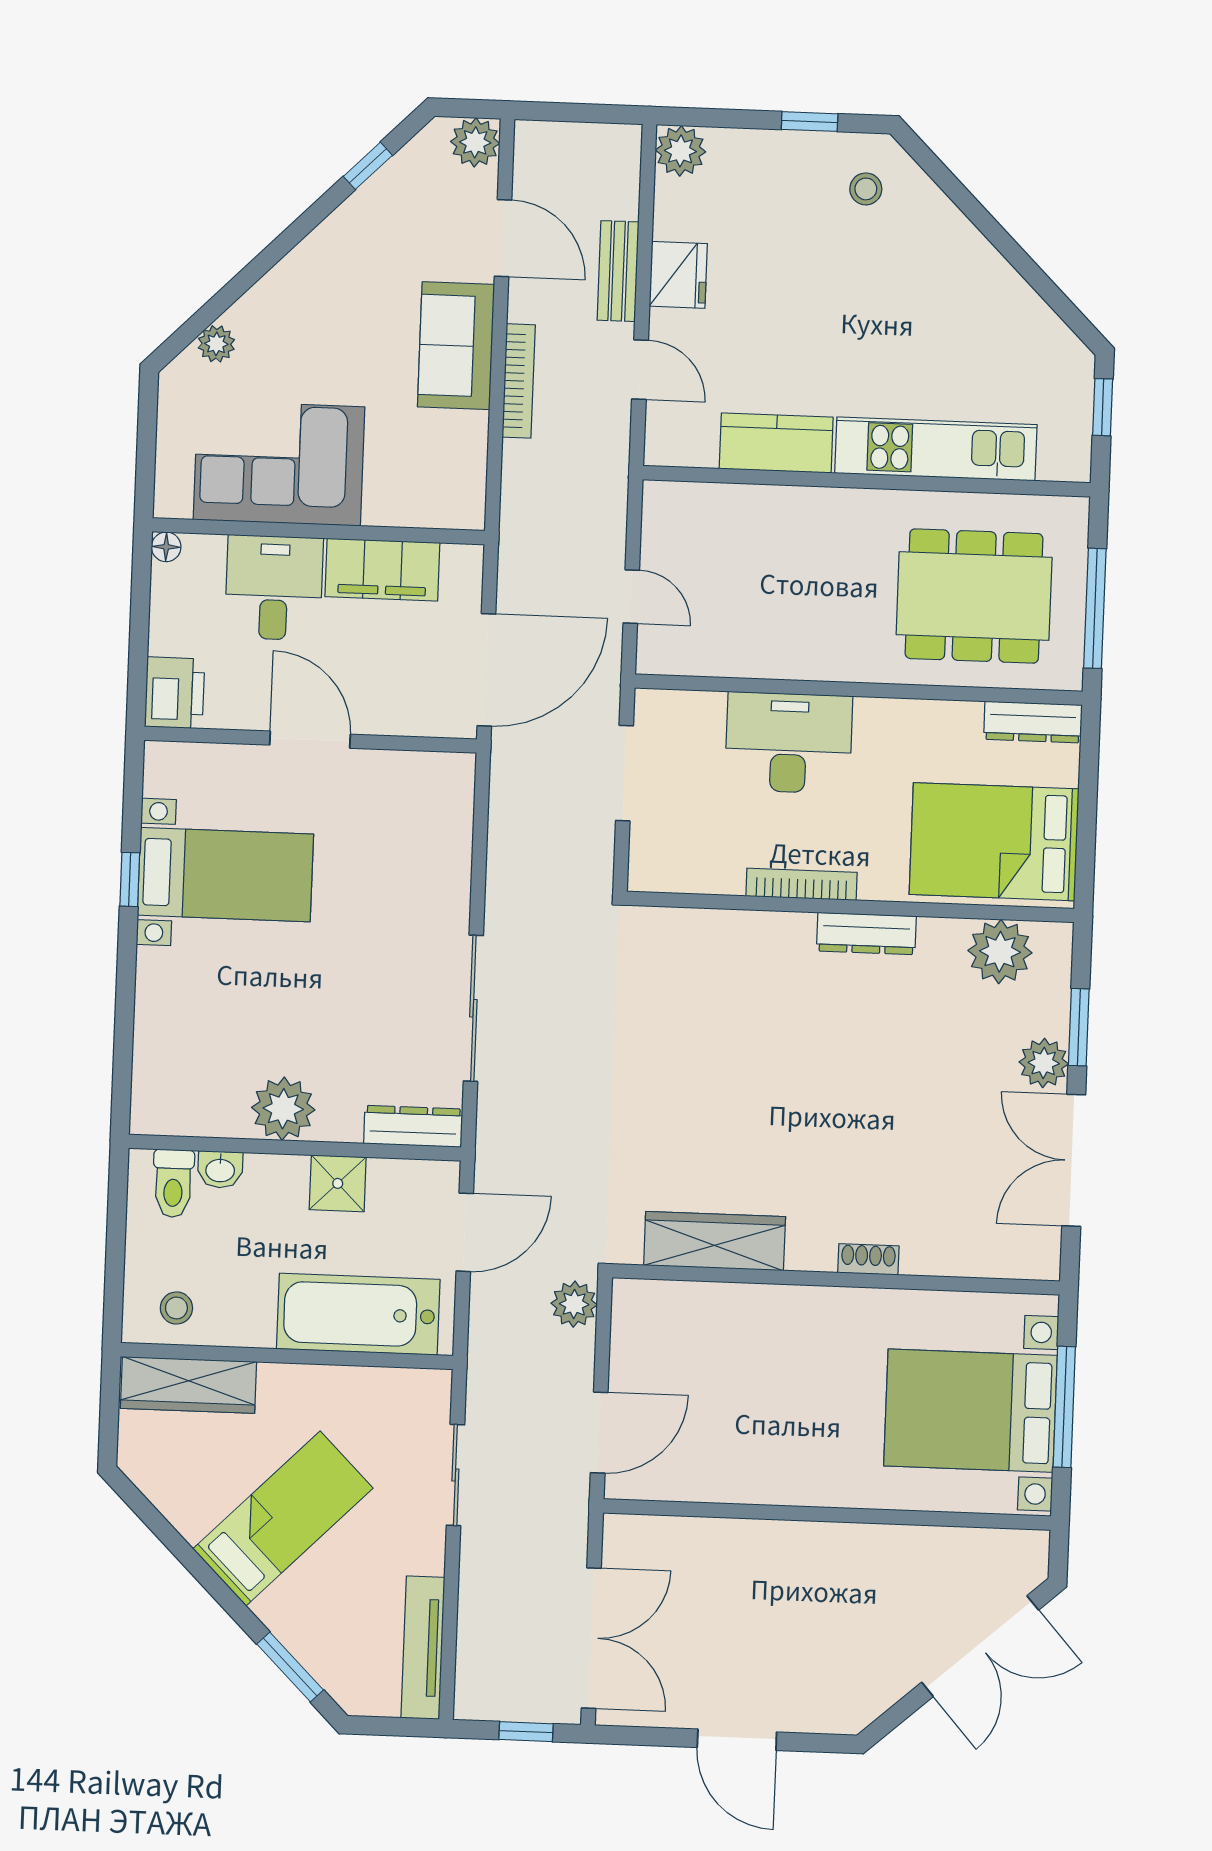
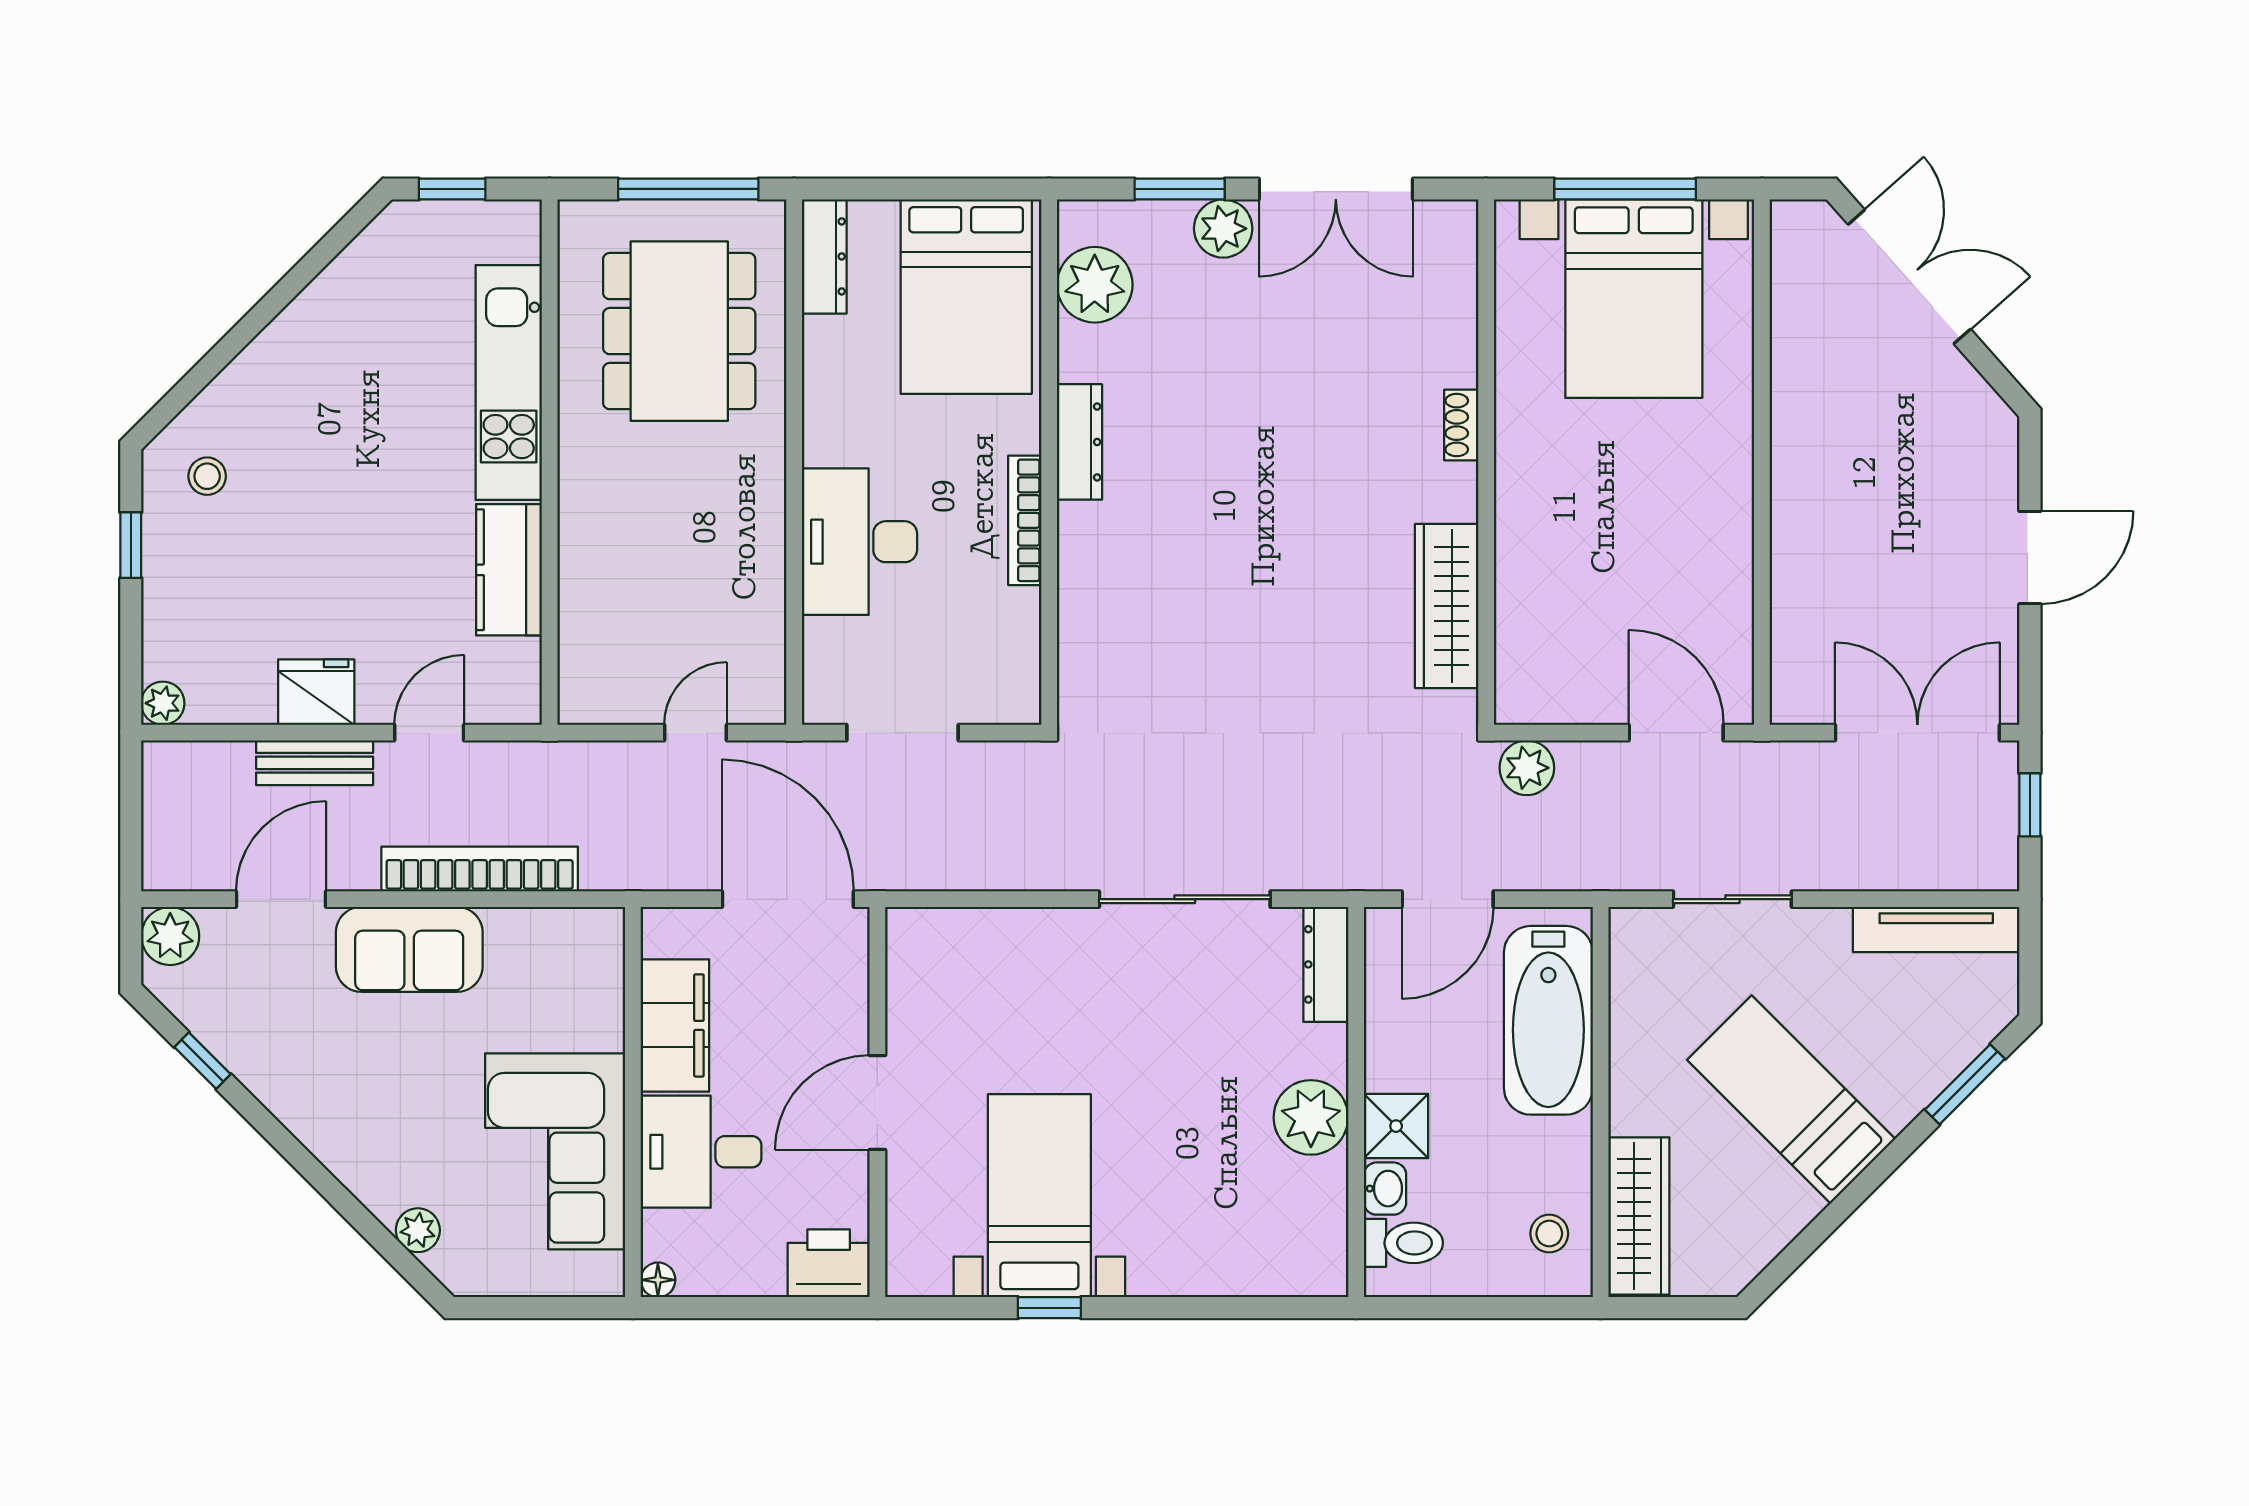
plant: (680, 151) -> (163, 703), width x0.73, depth x0.73
bookcase: (519, 381) -> (480, 869), width x1.48, depth x1.31
shower: (338, 1183) -> (1396, 1126), moved
door: (465, 1232) -> (1448, 899), swing flipped

